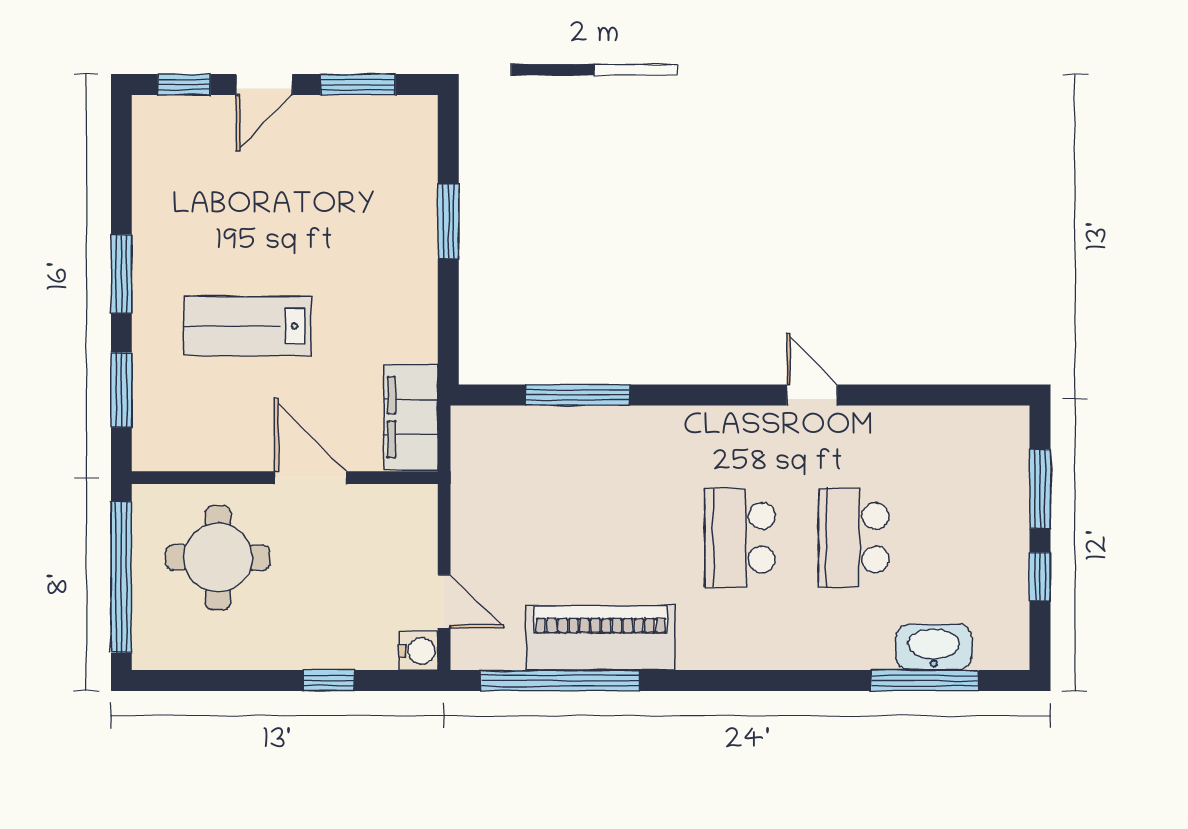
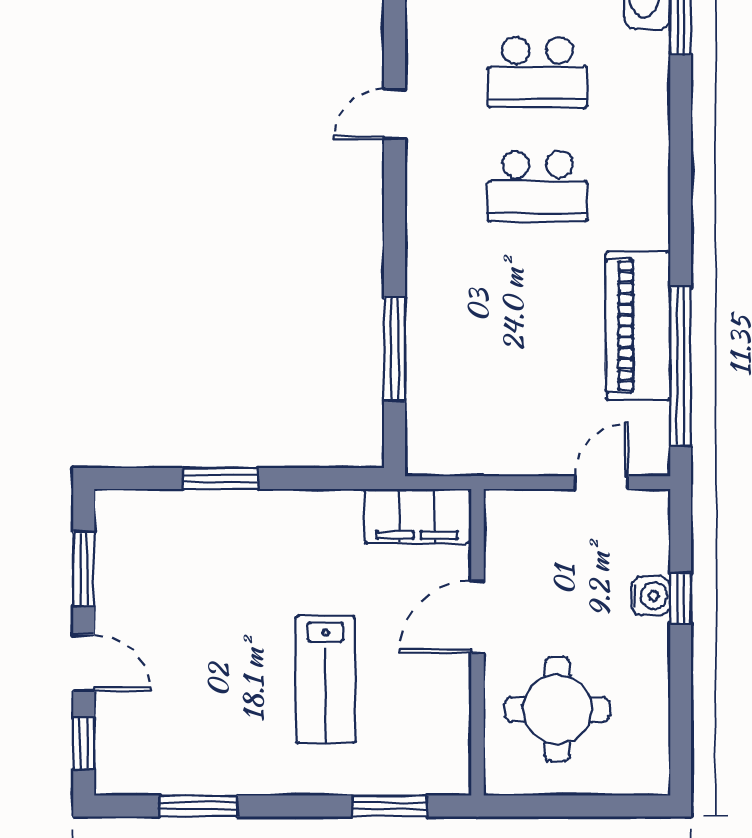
window: (121, 274) -> (198, 806), moved
window: (121, 577) -> (577, 806), removed
water cooler: (418, 651) -> (651, 596), moved, turned 90

